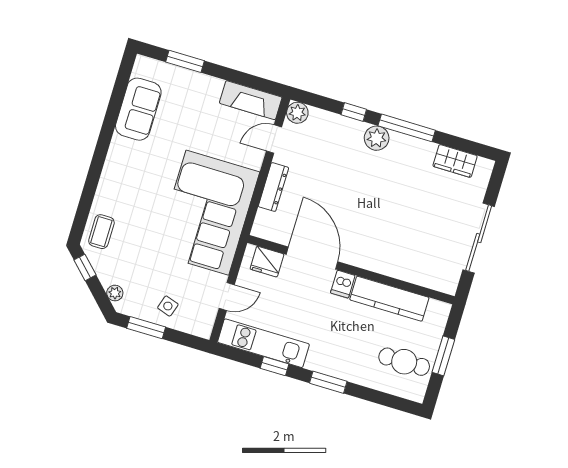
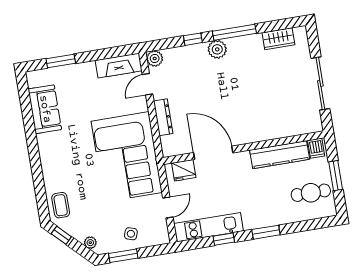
dishwasher: (343, 284) -> (316, 148), moved

